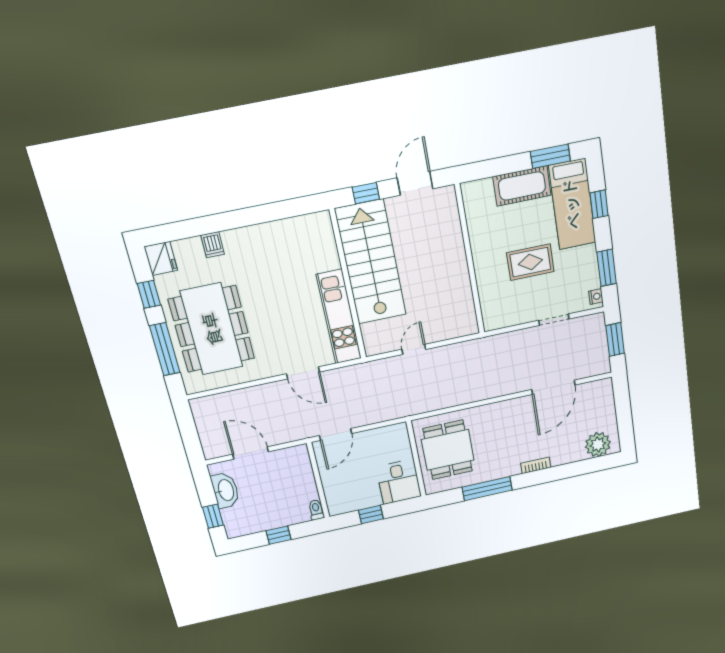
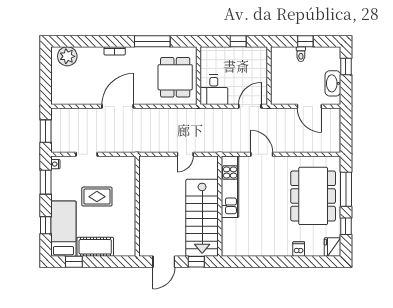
window: (550, 156) -> (74, 262), width x0.67
door: (553, 387) -> (118, 106), moved
desk: (399, 482) -> (214, 90), moved, turned 180
toilet: (316, 510) -> (301, 54), moved

